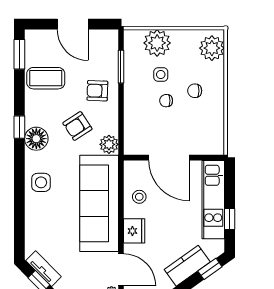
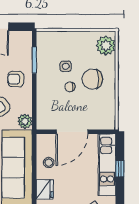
plant: (157, 43) -> (63, 42), removed
chair: (195, 91) -> (92, 79), width x1.87, depth x1.87
door: (169, 158) -> (72, 132), hinge flipped
window: (230, 219) -> (120, 169), moved

